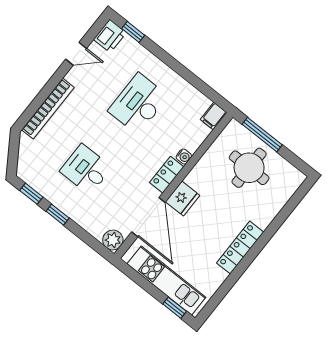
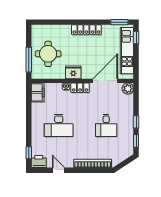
filing cabinet: (214, 116) -> (38, 92), width x2.00
fridge: (183, 199) -> (73, 72), moved
window: (214, 301) -> (119, 22), added

